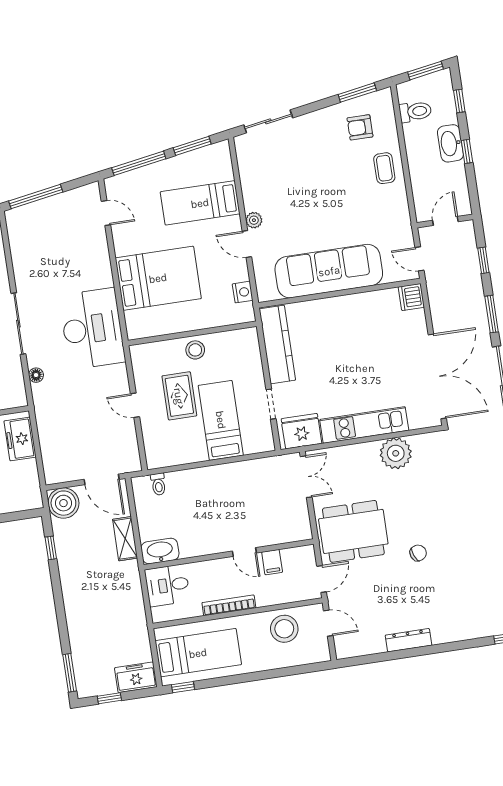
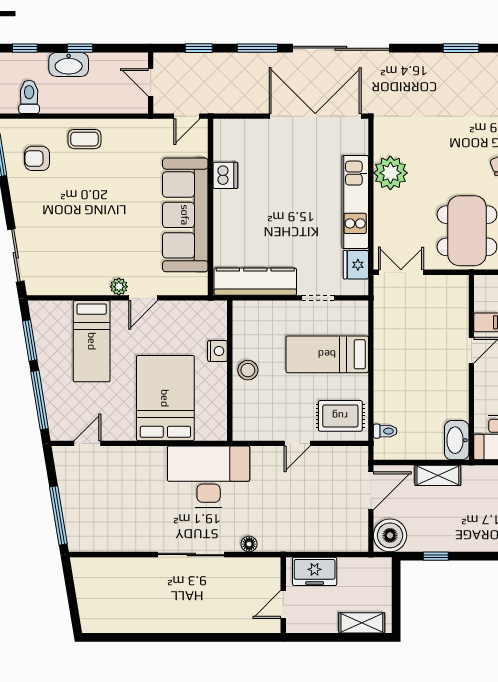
armchair: (360, 127) -> (37, 158), turned 90
nightstand: (243, 292) -> (217, 351), moved, turned 90
dishwasher: (411, 297) -> (225, 175), moved, turned -90
rug: (179, 396) -> (340, 416), moved
fridge: (301, 431) -> (356, 265), width x0.73, depth x0.75

